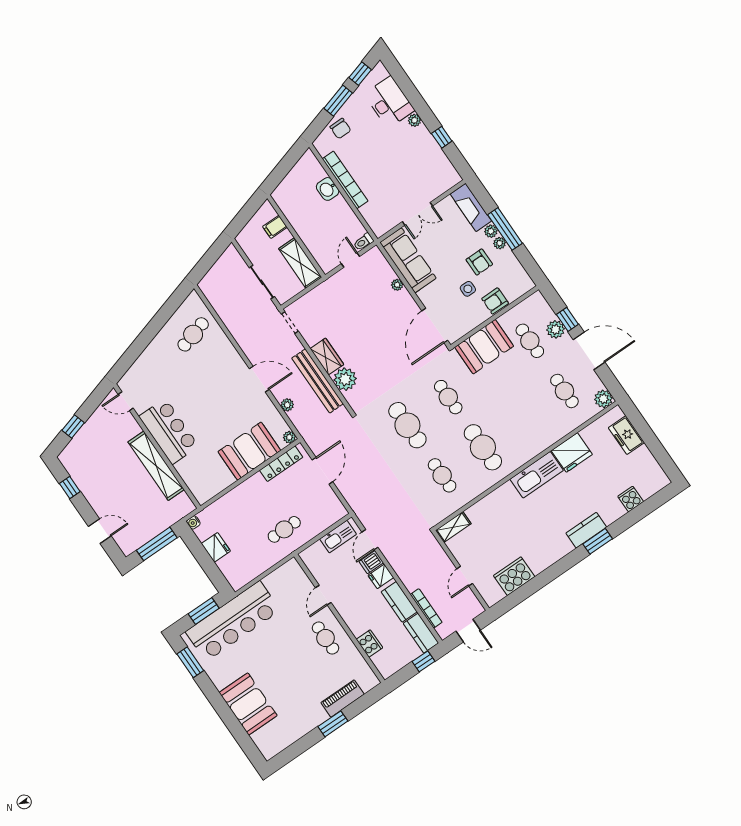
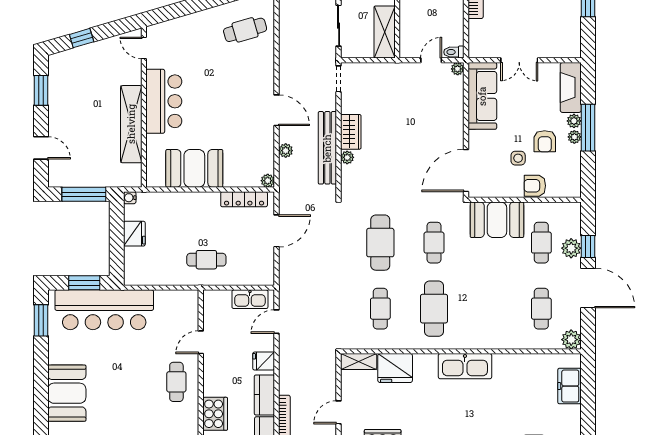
plant: (397, 285) -> (458, 69), moved
plant: (345, 379) -> (347, 157), width x0.53, depth x0.53
booth: (249, 451) -> (194, 168), moved
fridge: (572, 452) -> (395, 368), moved
window: (70, 488) -> (41, 90), width x1.50
dishwasher: (371, 562) -> (264, 342), removed
cooker: (369, 644) -> (215, 414), width x1.37, depth x1.31

